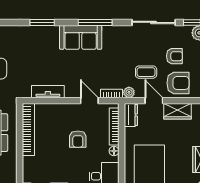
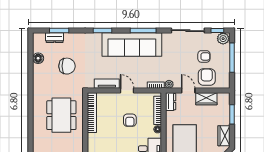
sofa: (81, 37) -> (132, 45), width x1.85, depth x1.27
coffee table: (146, 72) -> (182, 69), removed
armchair: (178, 83) -> (207, 77), turned -90
door: (89, 101) -> (127, 91), moved

